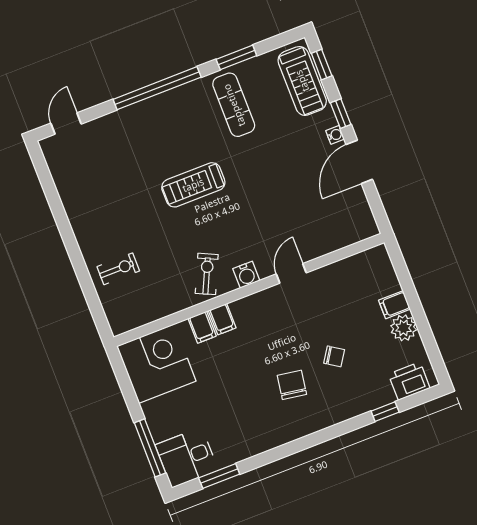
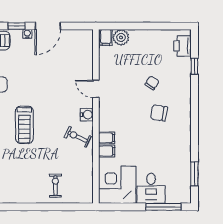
door: (359, 162) -> (48, 26), hinge flipped
filing cabinet: (394, 305) -> (106, 37), moved
plant: (404, 328) -> (121, 37), moved
desk: (187, 458) -> (151, 188), moved

